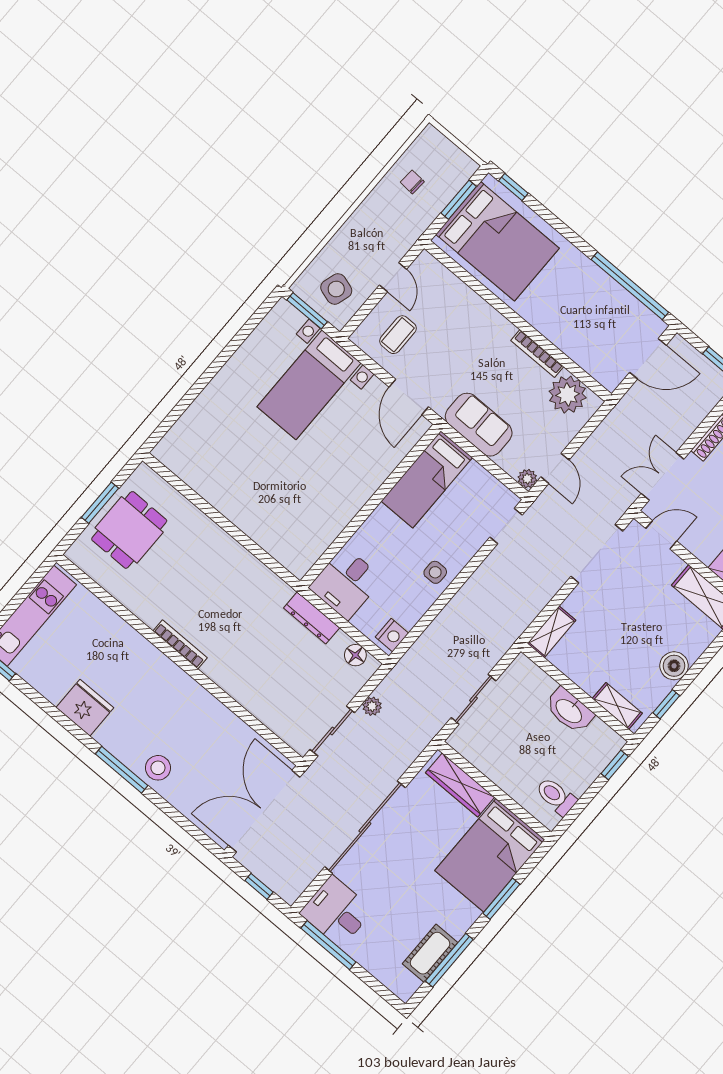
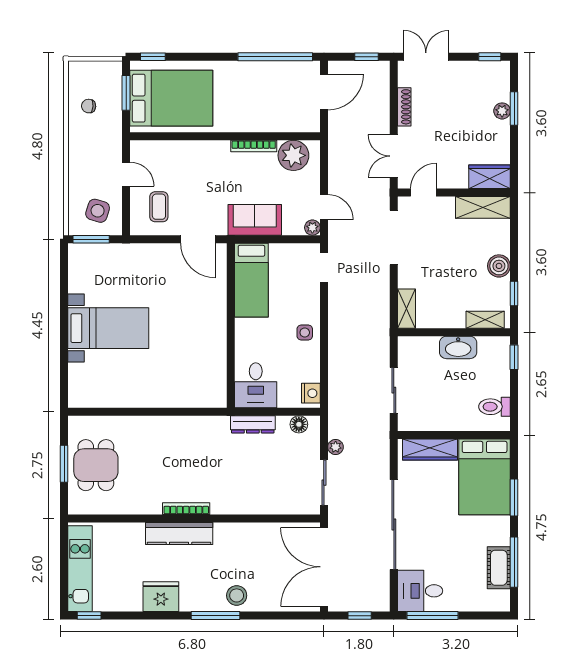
bed with nightstands: (309, 385) -> (108, 328), moved, turned -90
kitchen counter: (153, 662) -> (179, 534), added

